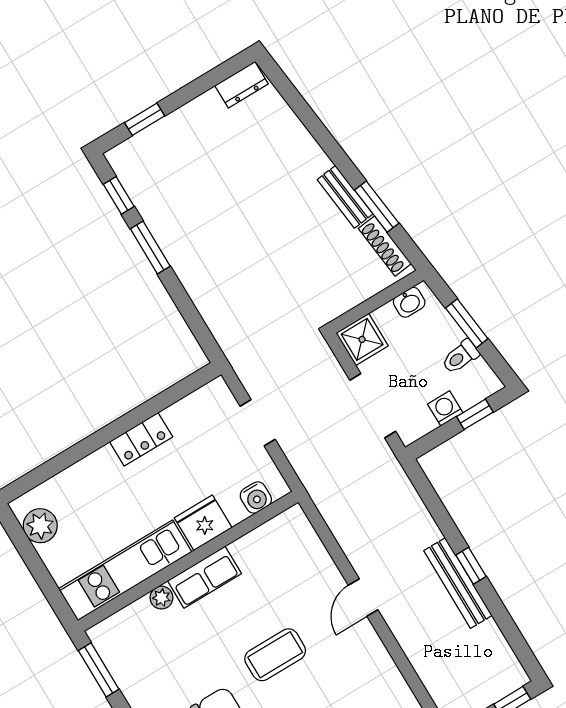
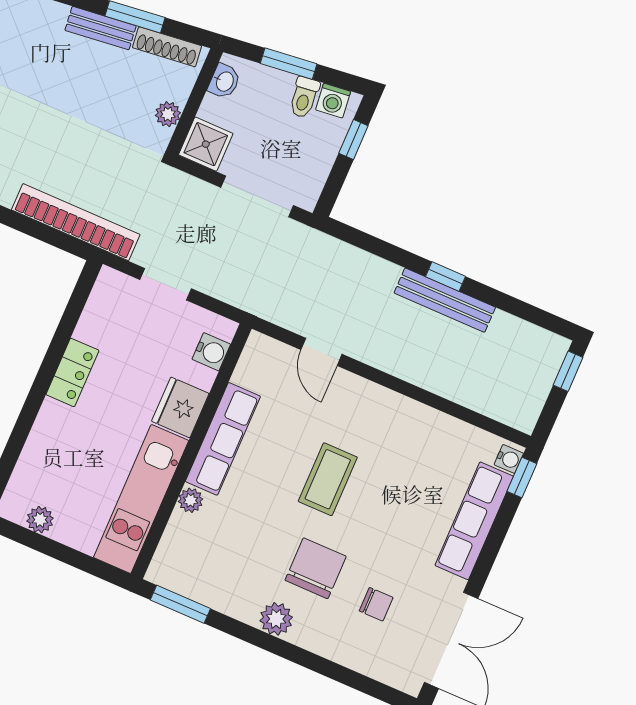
plant: (350, 297) -> (168, 114), added
bookcase: (223, 329) -> (76, 222), added
washing machine: (445, 408) -> (333, 101), moved, turned -97
plant: (40, 526) -> (40, 520), width x0.73, depth x0.73
row of seats: (204, 577) -> (223, 439), width x1.48
door: (363, 598) -> (321, 352), moved

